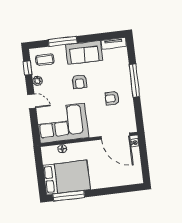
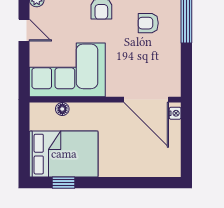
armchair: (112, 98) -> (148, 23), moved
window: (69, 196) -> (64, 183), width x0.46

